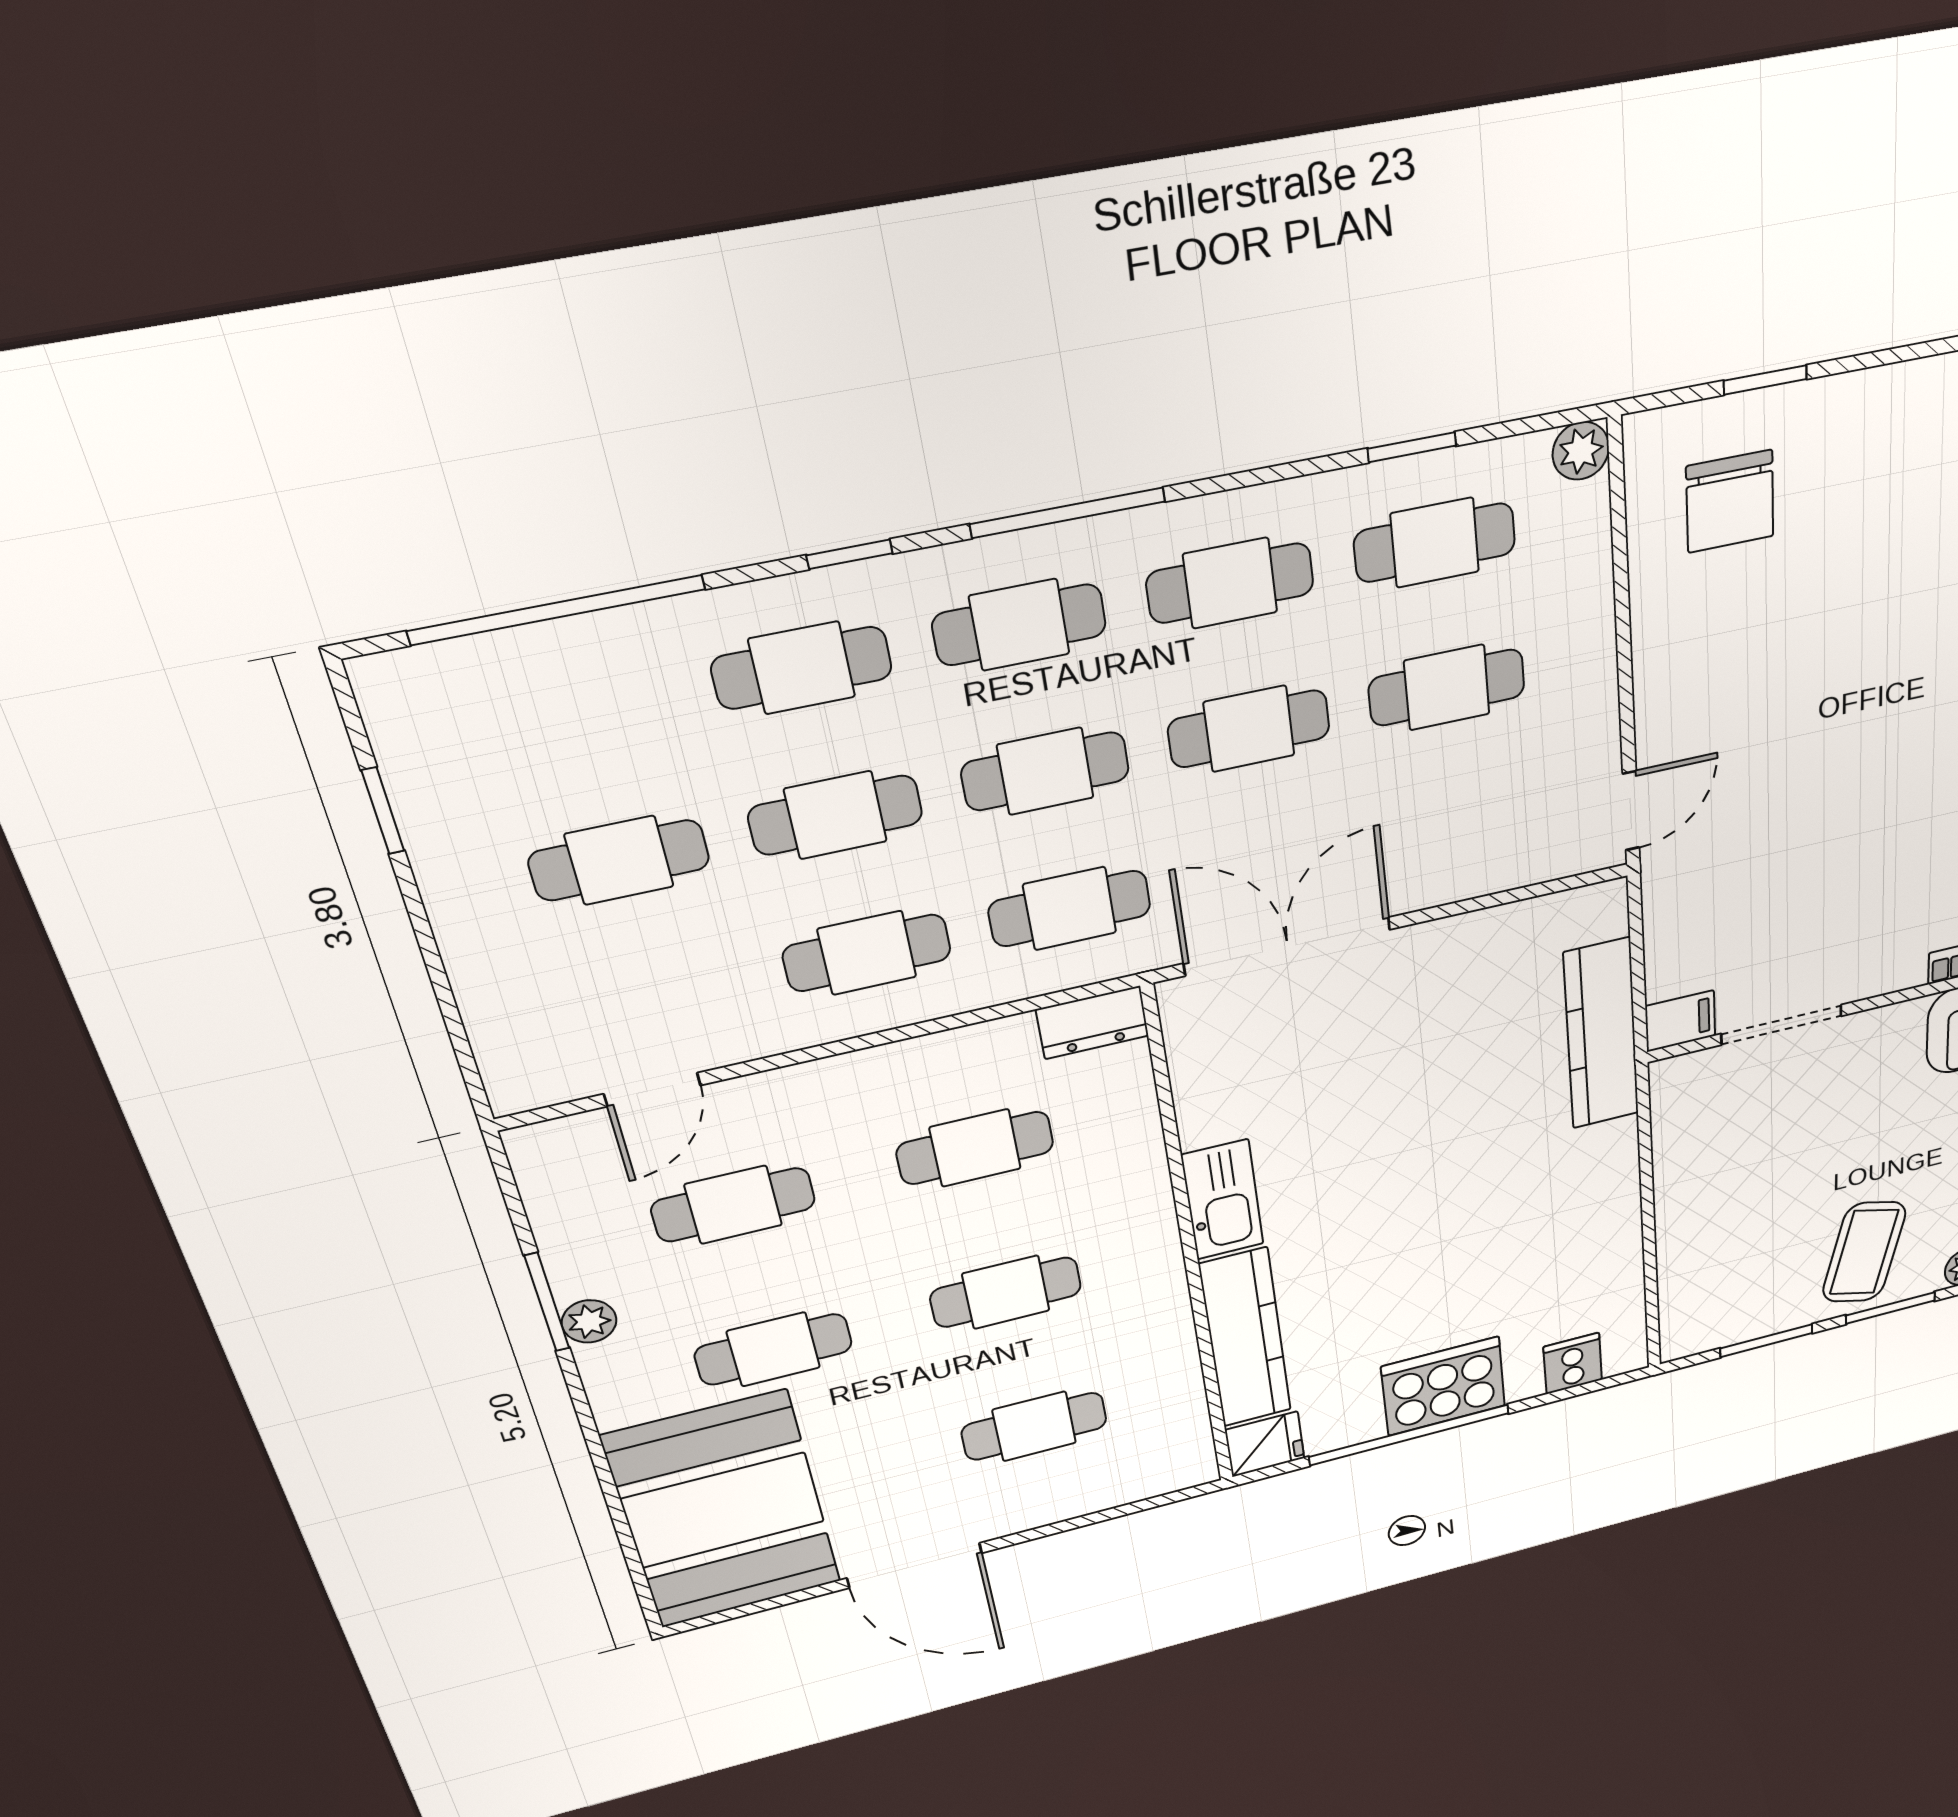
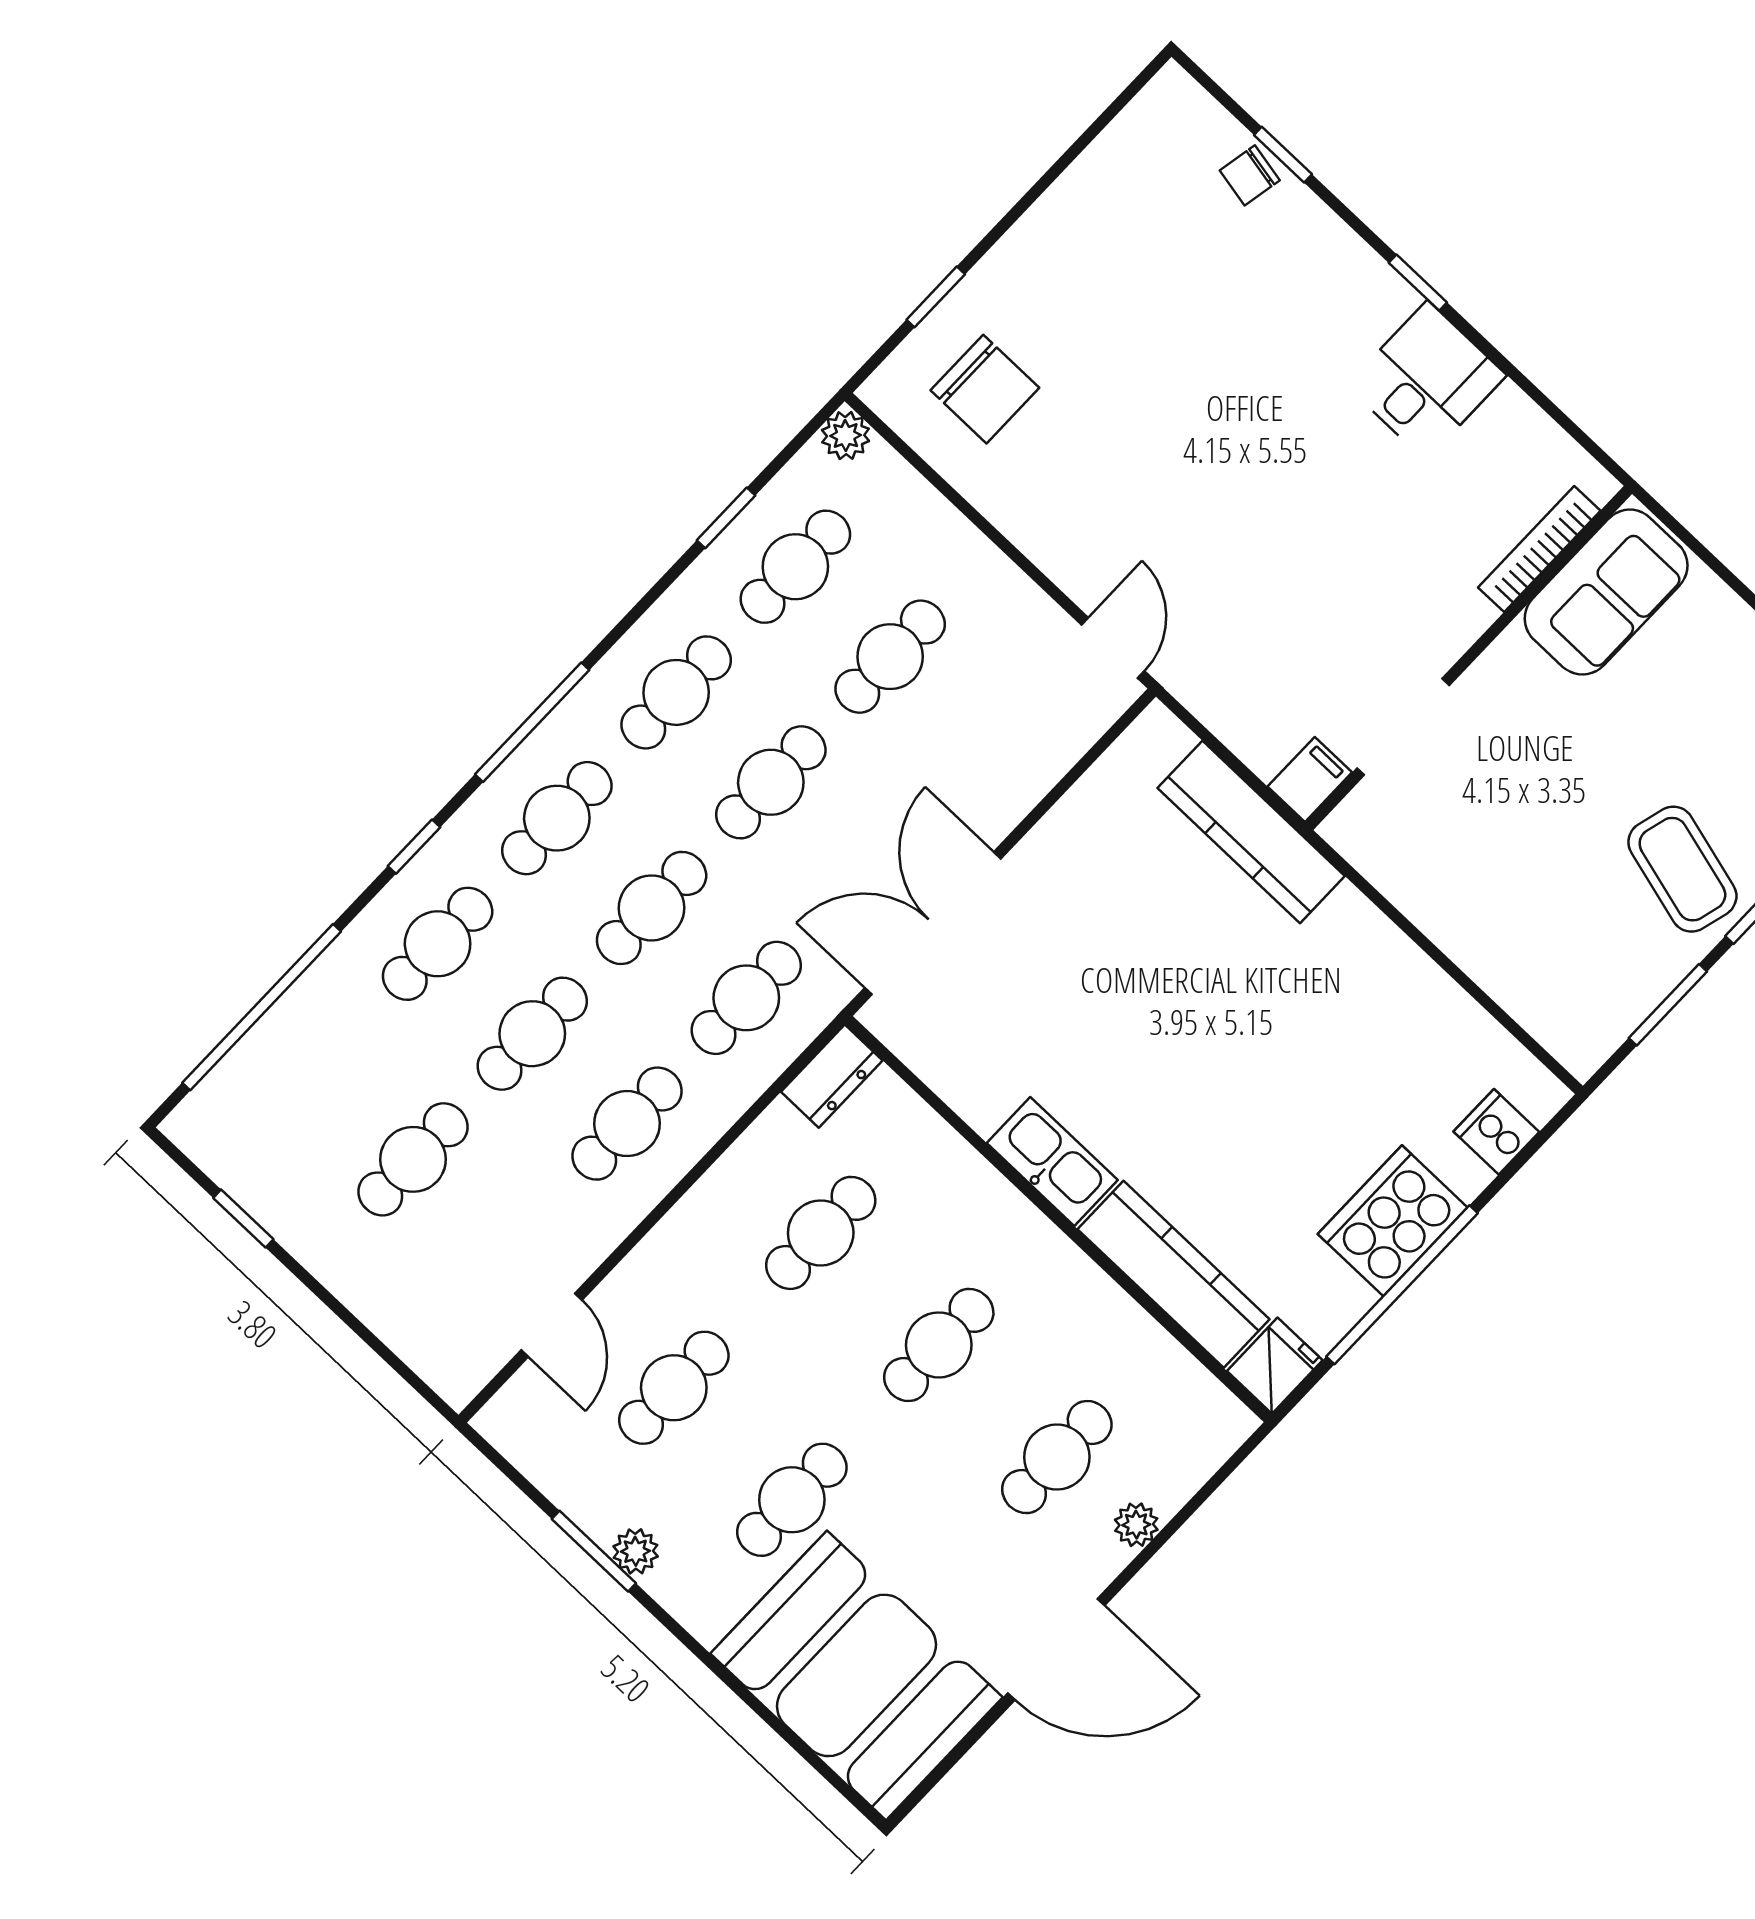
plant: (1057, 1506) -> (1136, 1525), added

